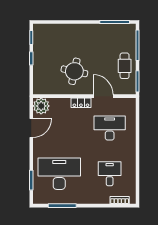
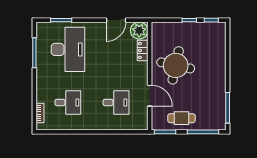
round table: (74, 71) -> (176, 65), width x1.36, depth x1.36
door: (103, 96) -> (150, 96), hinge flipped
locker: (81, 103) -> (143, 50), moved
door: (31, 128) -> (116, 20), hinge flipped
desk: (110, 128) -> (116, 102), width x0.73

